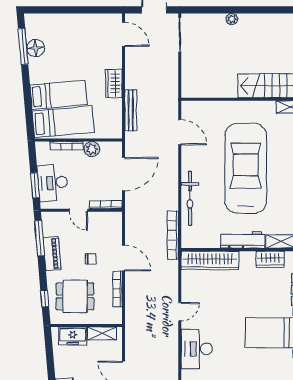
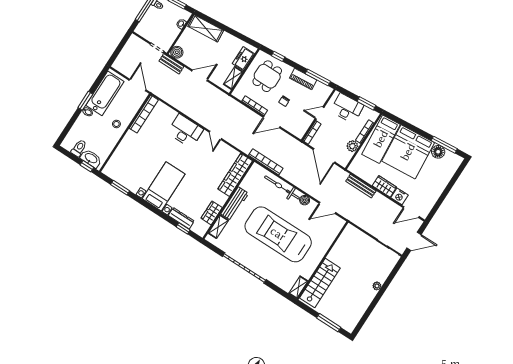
nightstand: (114, 59) -> (399, 196), added
bed: (59, 95) -> (408, 152), width x2.04
boiler: (188, 164) -> (305, 200), added
car: (246, 168) -> (278, 234), turned 180
window: (35, 185) -> (366, 103), moved

